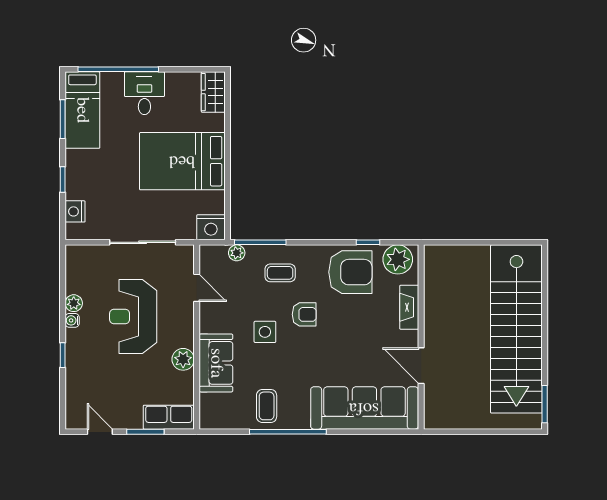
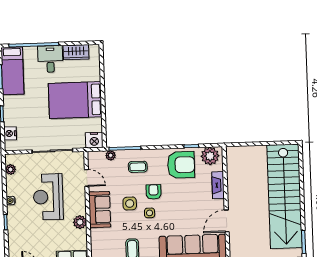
wardrobe: (213, 92) -> (76, 52), moved, turned -90
plant: (74, 303) -> (11, 169), moved
armchair: (304, 314) -> (154, 192), turned -90
side table: (297, 348) -> (150, 213), added
sofa: (216, 363) -> (100, 210), moved
door: (421, 366) -> (227, 221), hinge flipped

